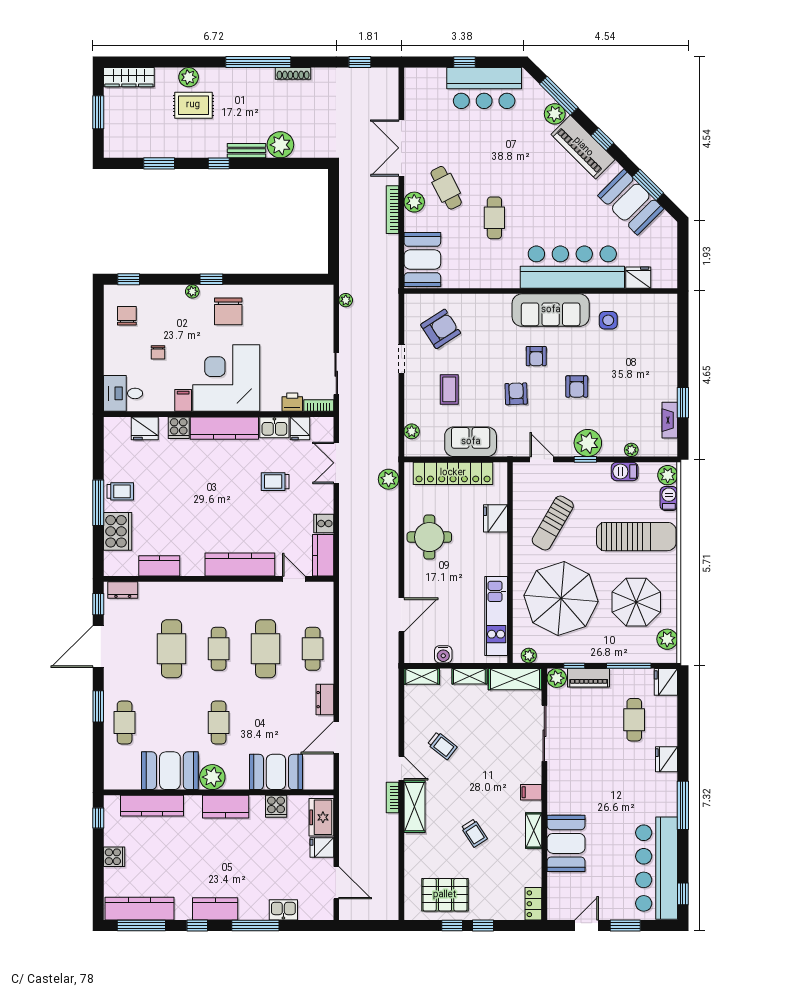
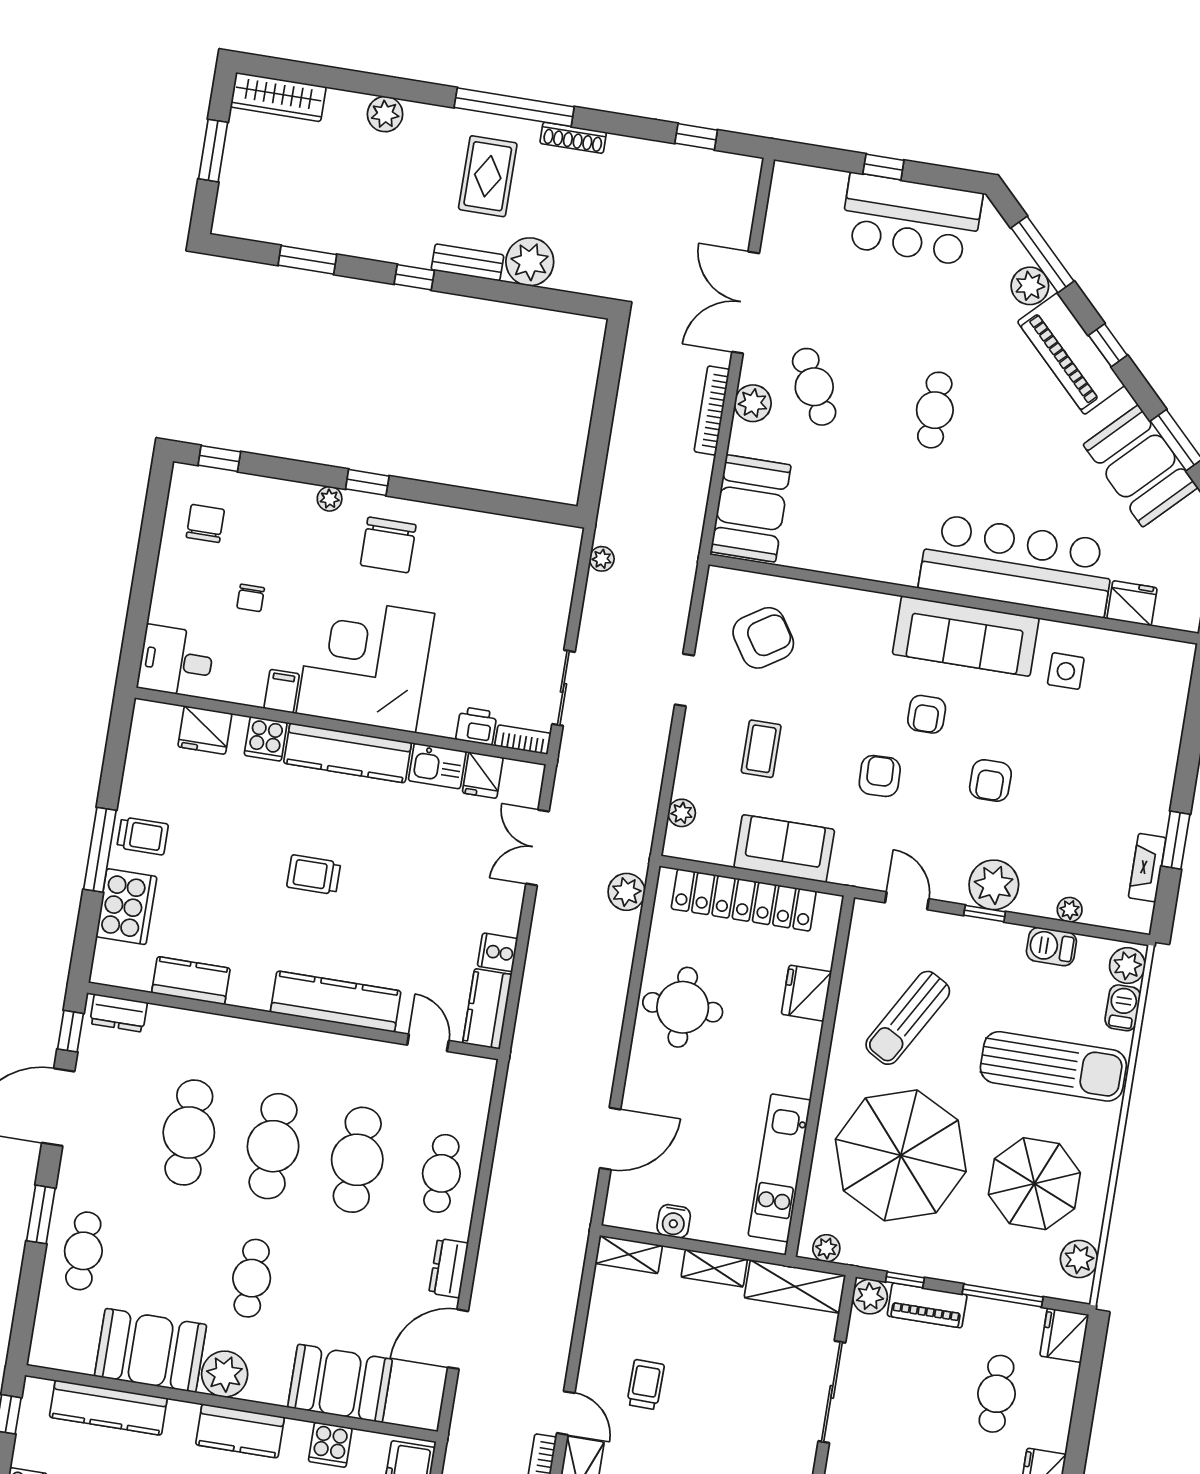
rug: (193, 105) -> (488, 176), moved, turned 90
cafe table: (494, 218) -> (935, 410), moved
trolley: (275, 482) -> (314, 875), moved
cafe table: (219, 649) -> (273, 1146), width x1.37, depth x1.35
trolley: (442, 746) -> (646, 1385), turned -127

